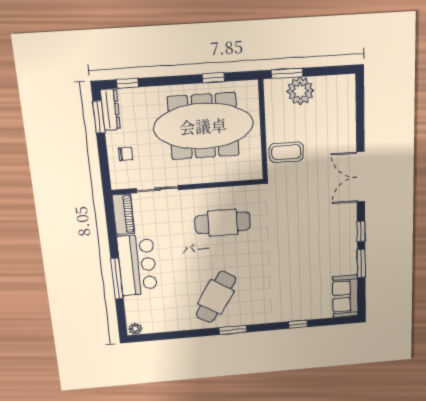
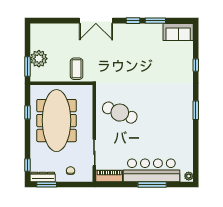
cafe table: (223, 223) -> (120, 113), turned -68
bar counter: (137, 265) -> (151, 170), width x1.36
cafe table: (216, 297) -> (171, 120), removed

